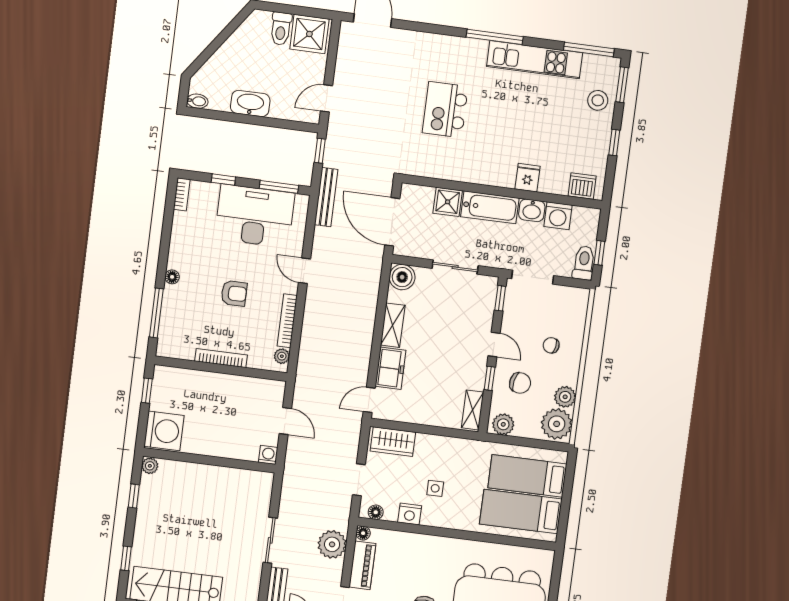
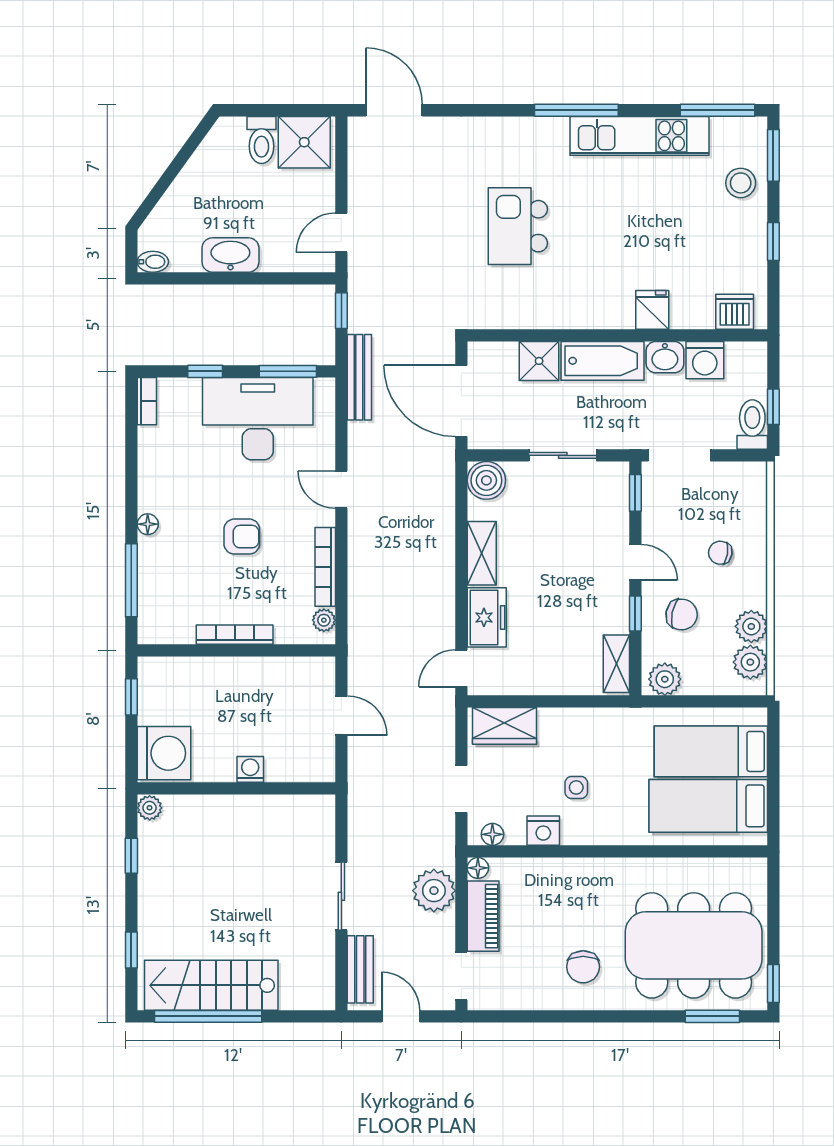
plant: (557, 424) -> (750, 662), width x0.73, depth x0.73
washing machine: (268, 455) -> (250, 769), moved

